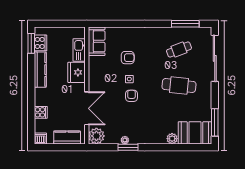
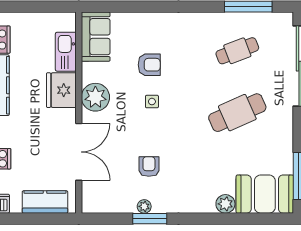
cafe table: (179, 85) -> (237, 113), turned -30
armchair: (131, 96) -> (149, 167), moved
plant: (96, 136) -> (95, 97), moved

